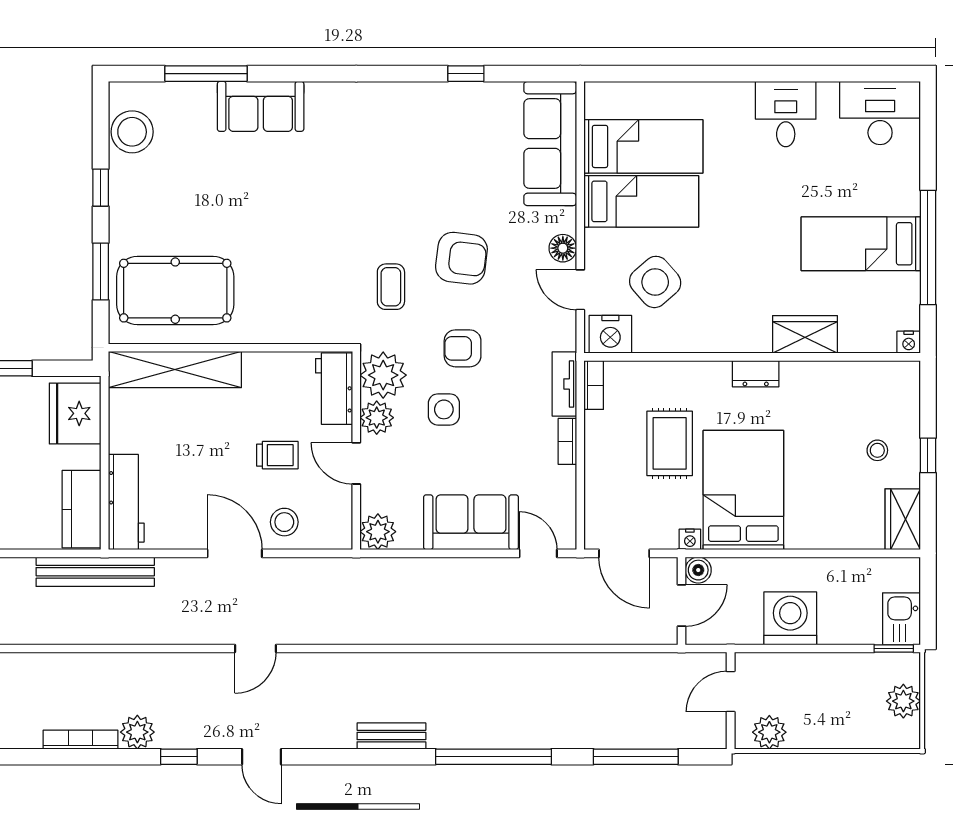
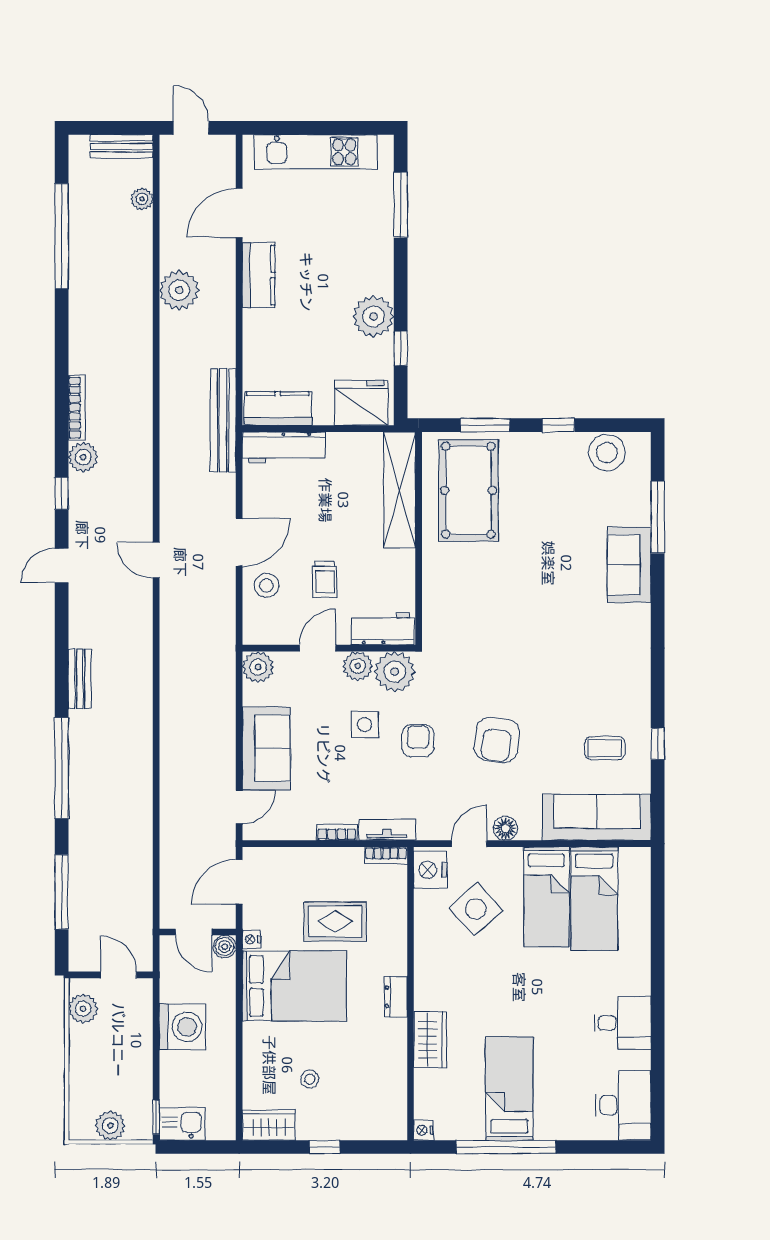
coffee table: (391, 287) -> (605, 748), moved
stool: (877, 450) -> (310, 1079), moved

